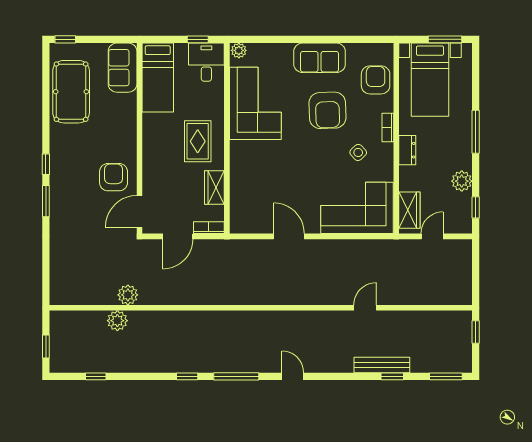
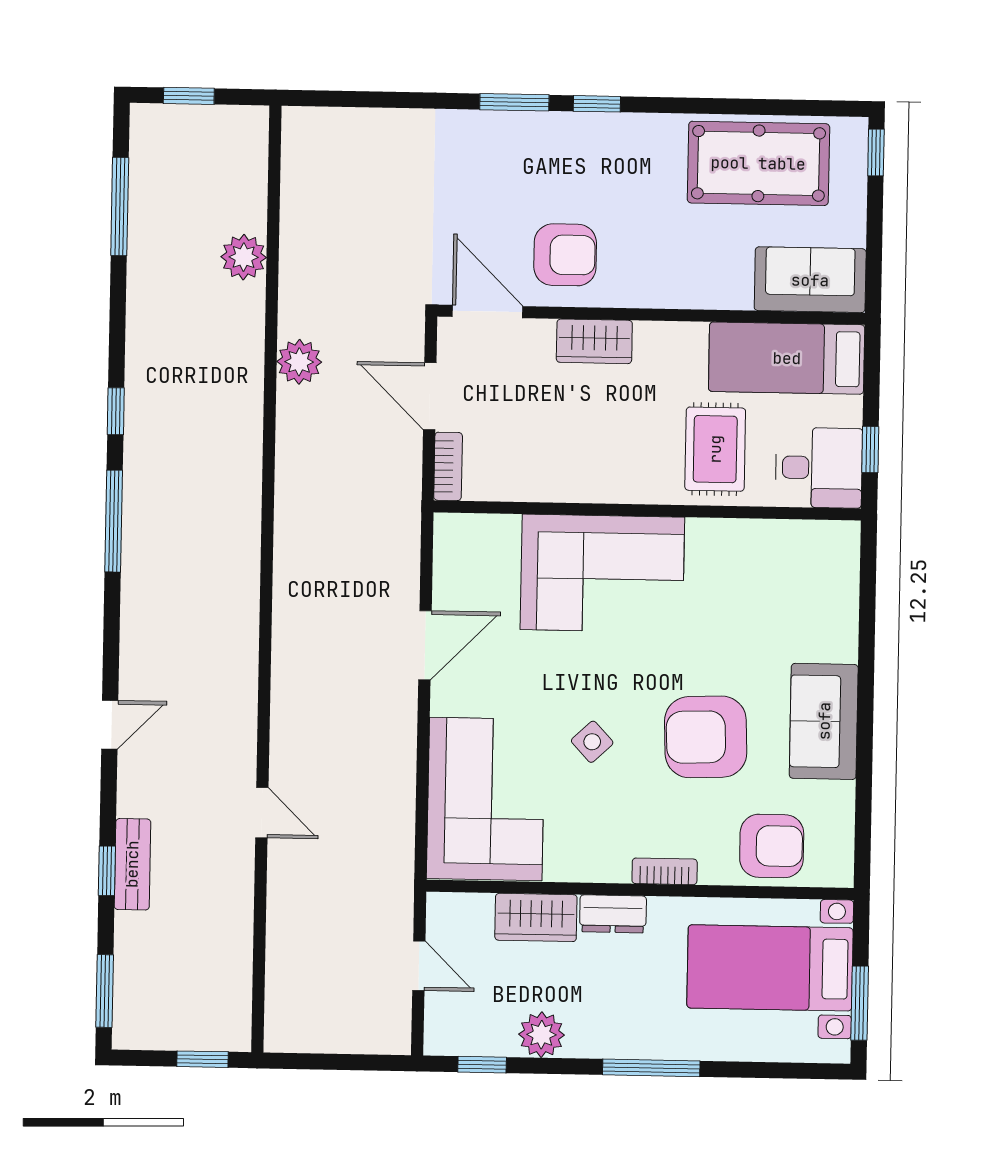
plant: (239, 50) -> (844, 541), removed
corner sofa: (255, 103) -> (602, 573), moved
rug: (198, 141) -> (715, 449), moved, turned 90
side table: (358, 152) -> (592, 742), moved
wardrobe: (214, 187) -> (594, 341), moved, turned 180
wardrobe: (409, 210) -> (536, 917), moved
plant: (128, 295) -> (299, 362), moved
bench: (382, 365) -> (132, 864), width x0.73
window: (96, 376) -> (120, 207), width x2.17
door: (293, 376) -> (110, 725), moved

